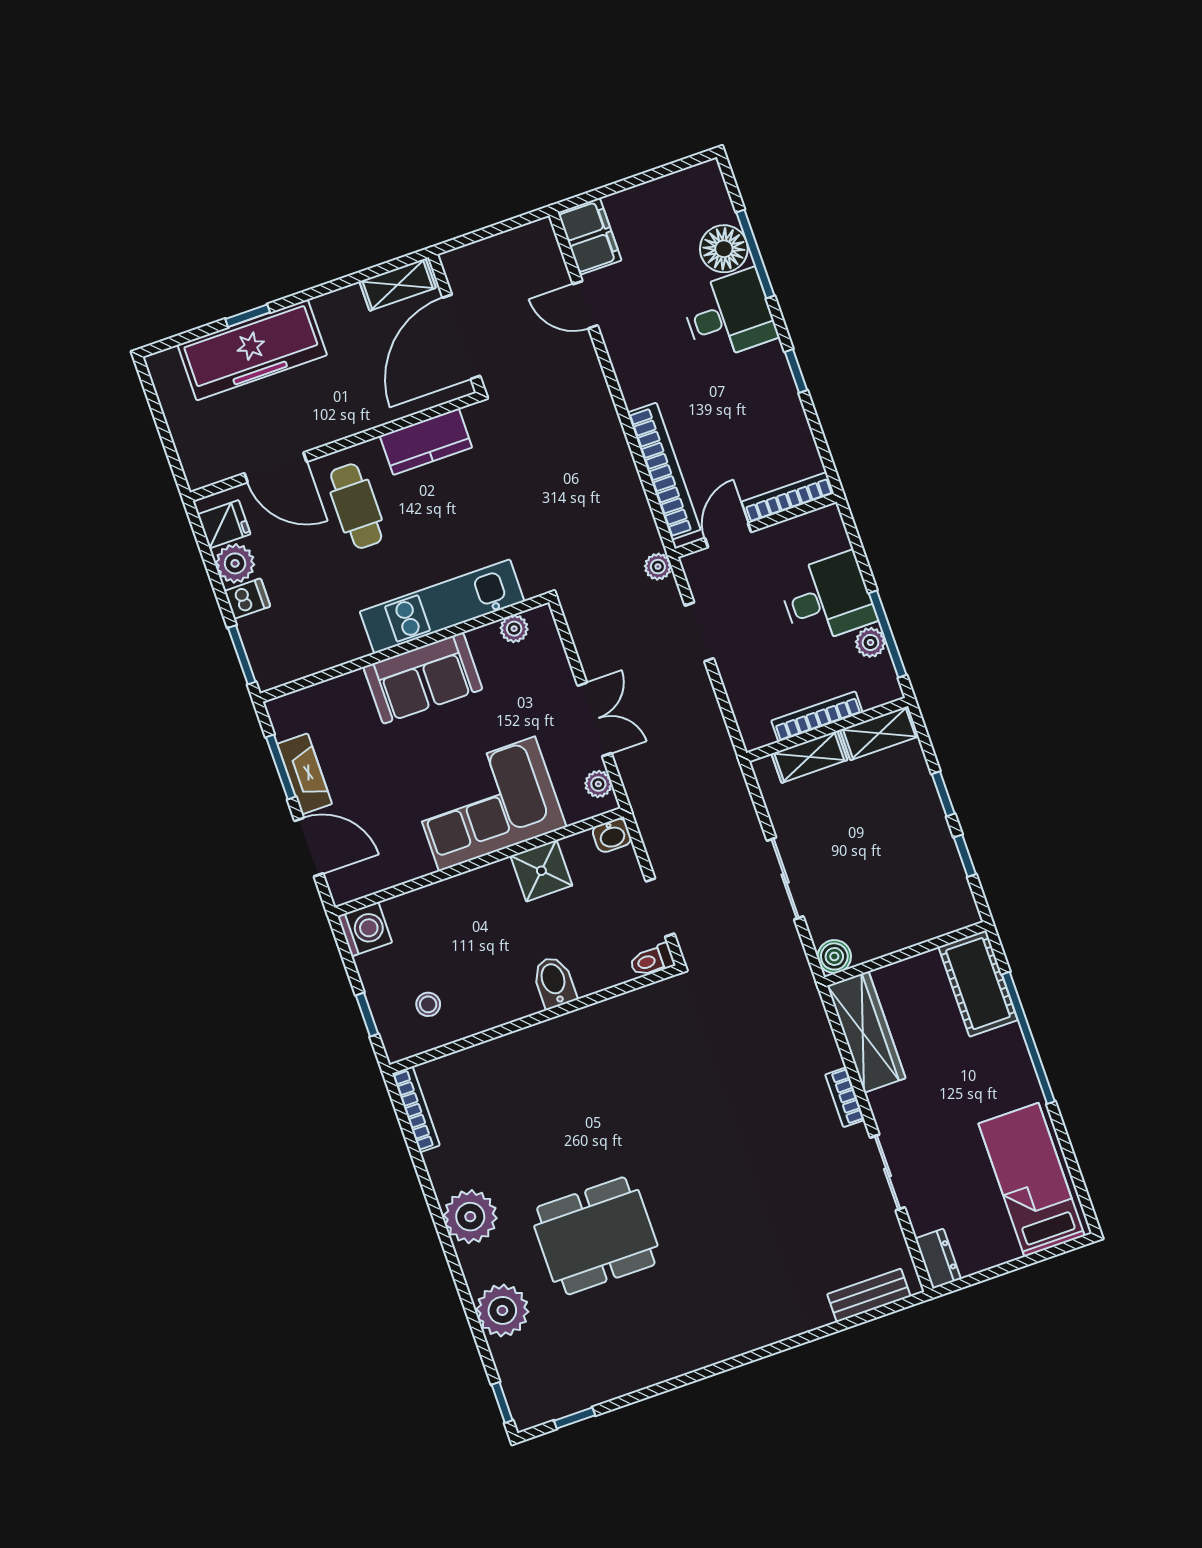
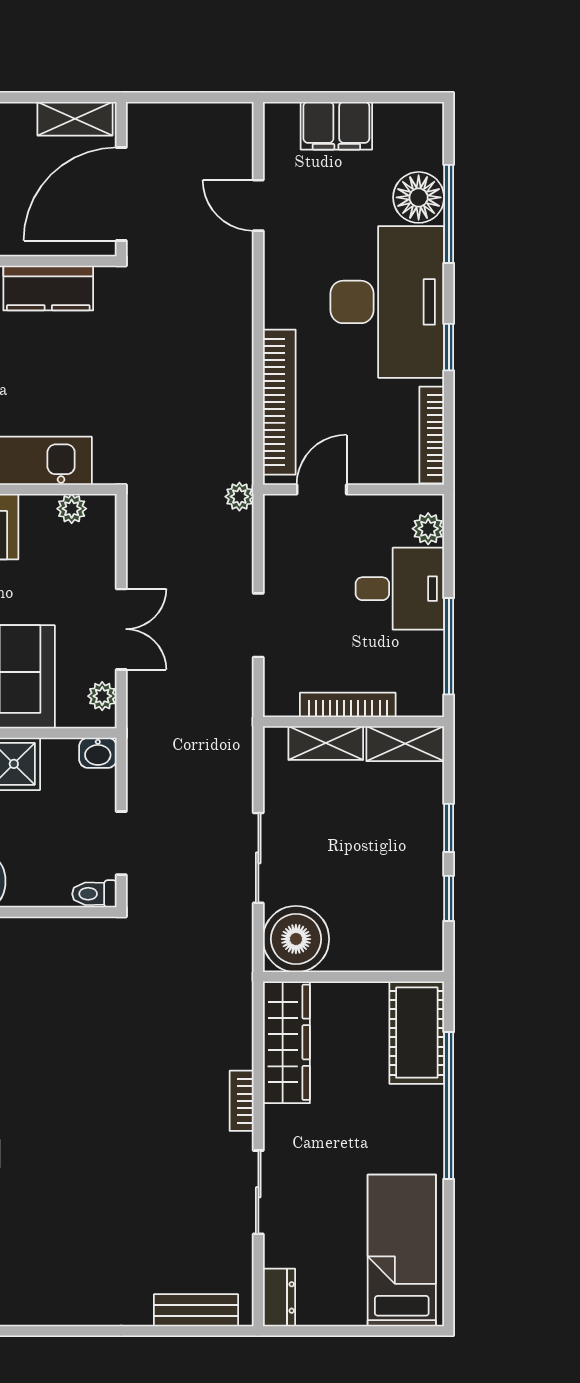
filing cabinet: (590, 236) -> (336, 126), moved, turned 90
desk: (729, 315) -> (387, 302), width x1.87, depth x1.30
bookcase: (788, 498) -> (432, 435), moved, turned -90
doorway: (699, 632) -> (258, 625), moved
plant: (870, 642) -> (428, 529), moved
boiler: (834, 956) -> (296, 939), width x1.86, depth x1.86

